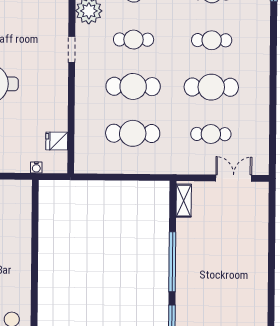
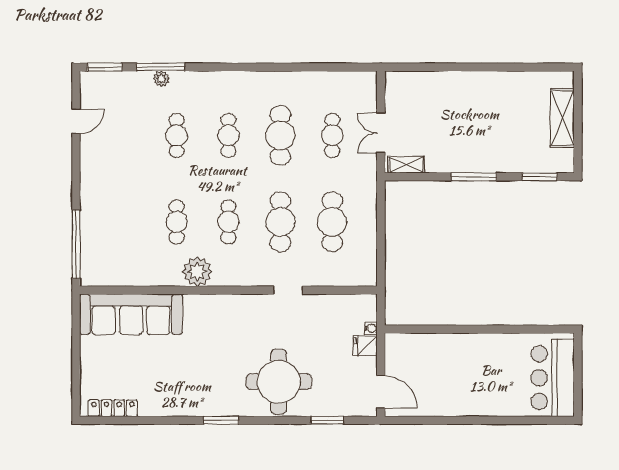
doorway: (72, 50) -> (288, 290), moved
fridge: (57, 141) -> (365, 346), moved, turned 90
double door: (234, 178) -> (381, 133), moved
window: (172, 262) -> (474, 177), width x0.68

